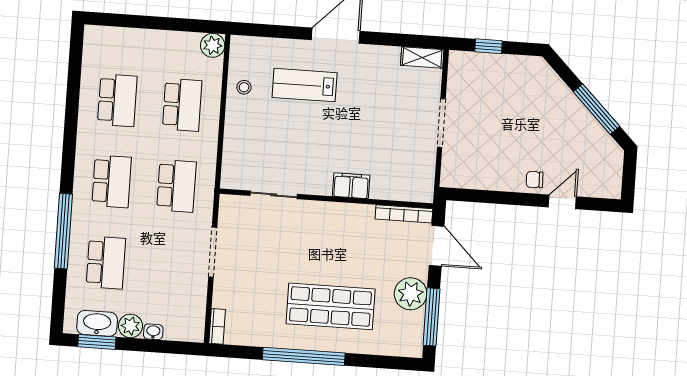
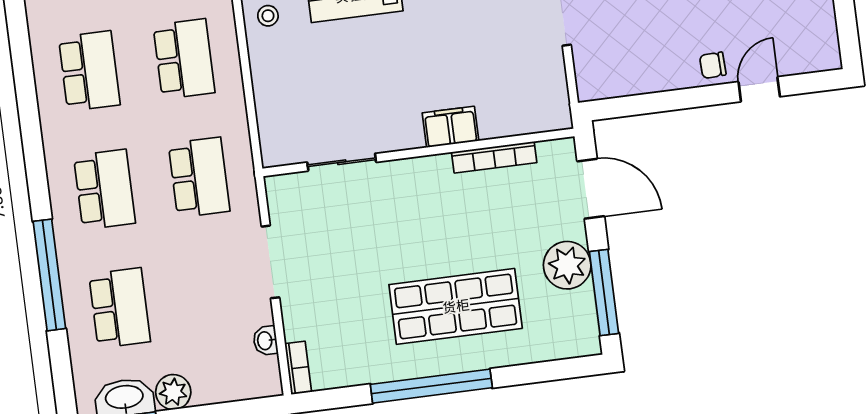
bookcase: (404, 214) -> (494, 157), moved
washbasin: (153, 332) -> (265, 341), moved, turned -90

